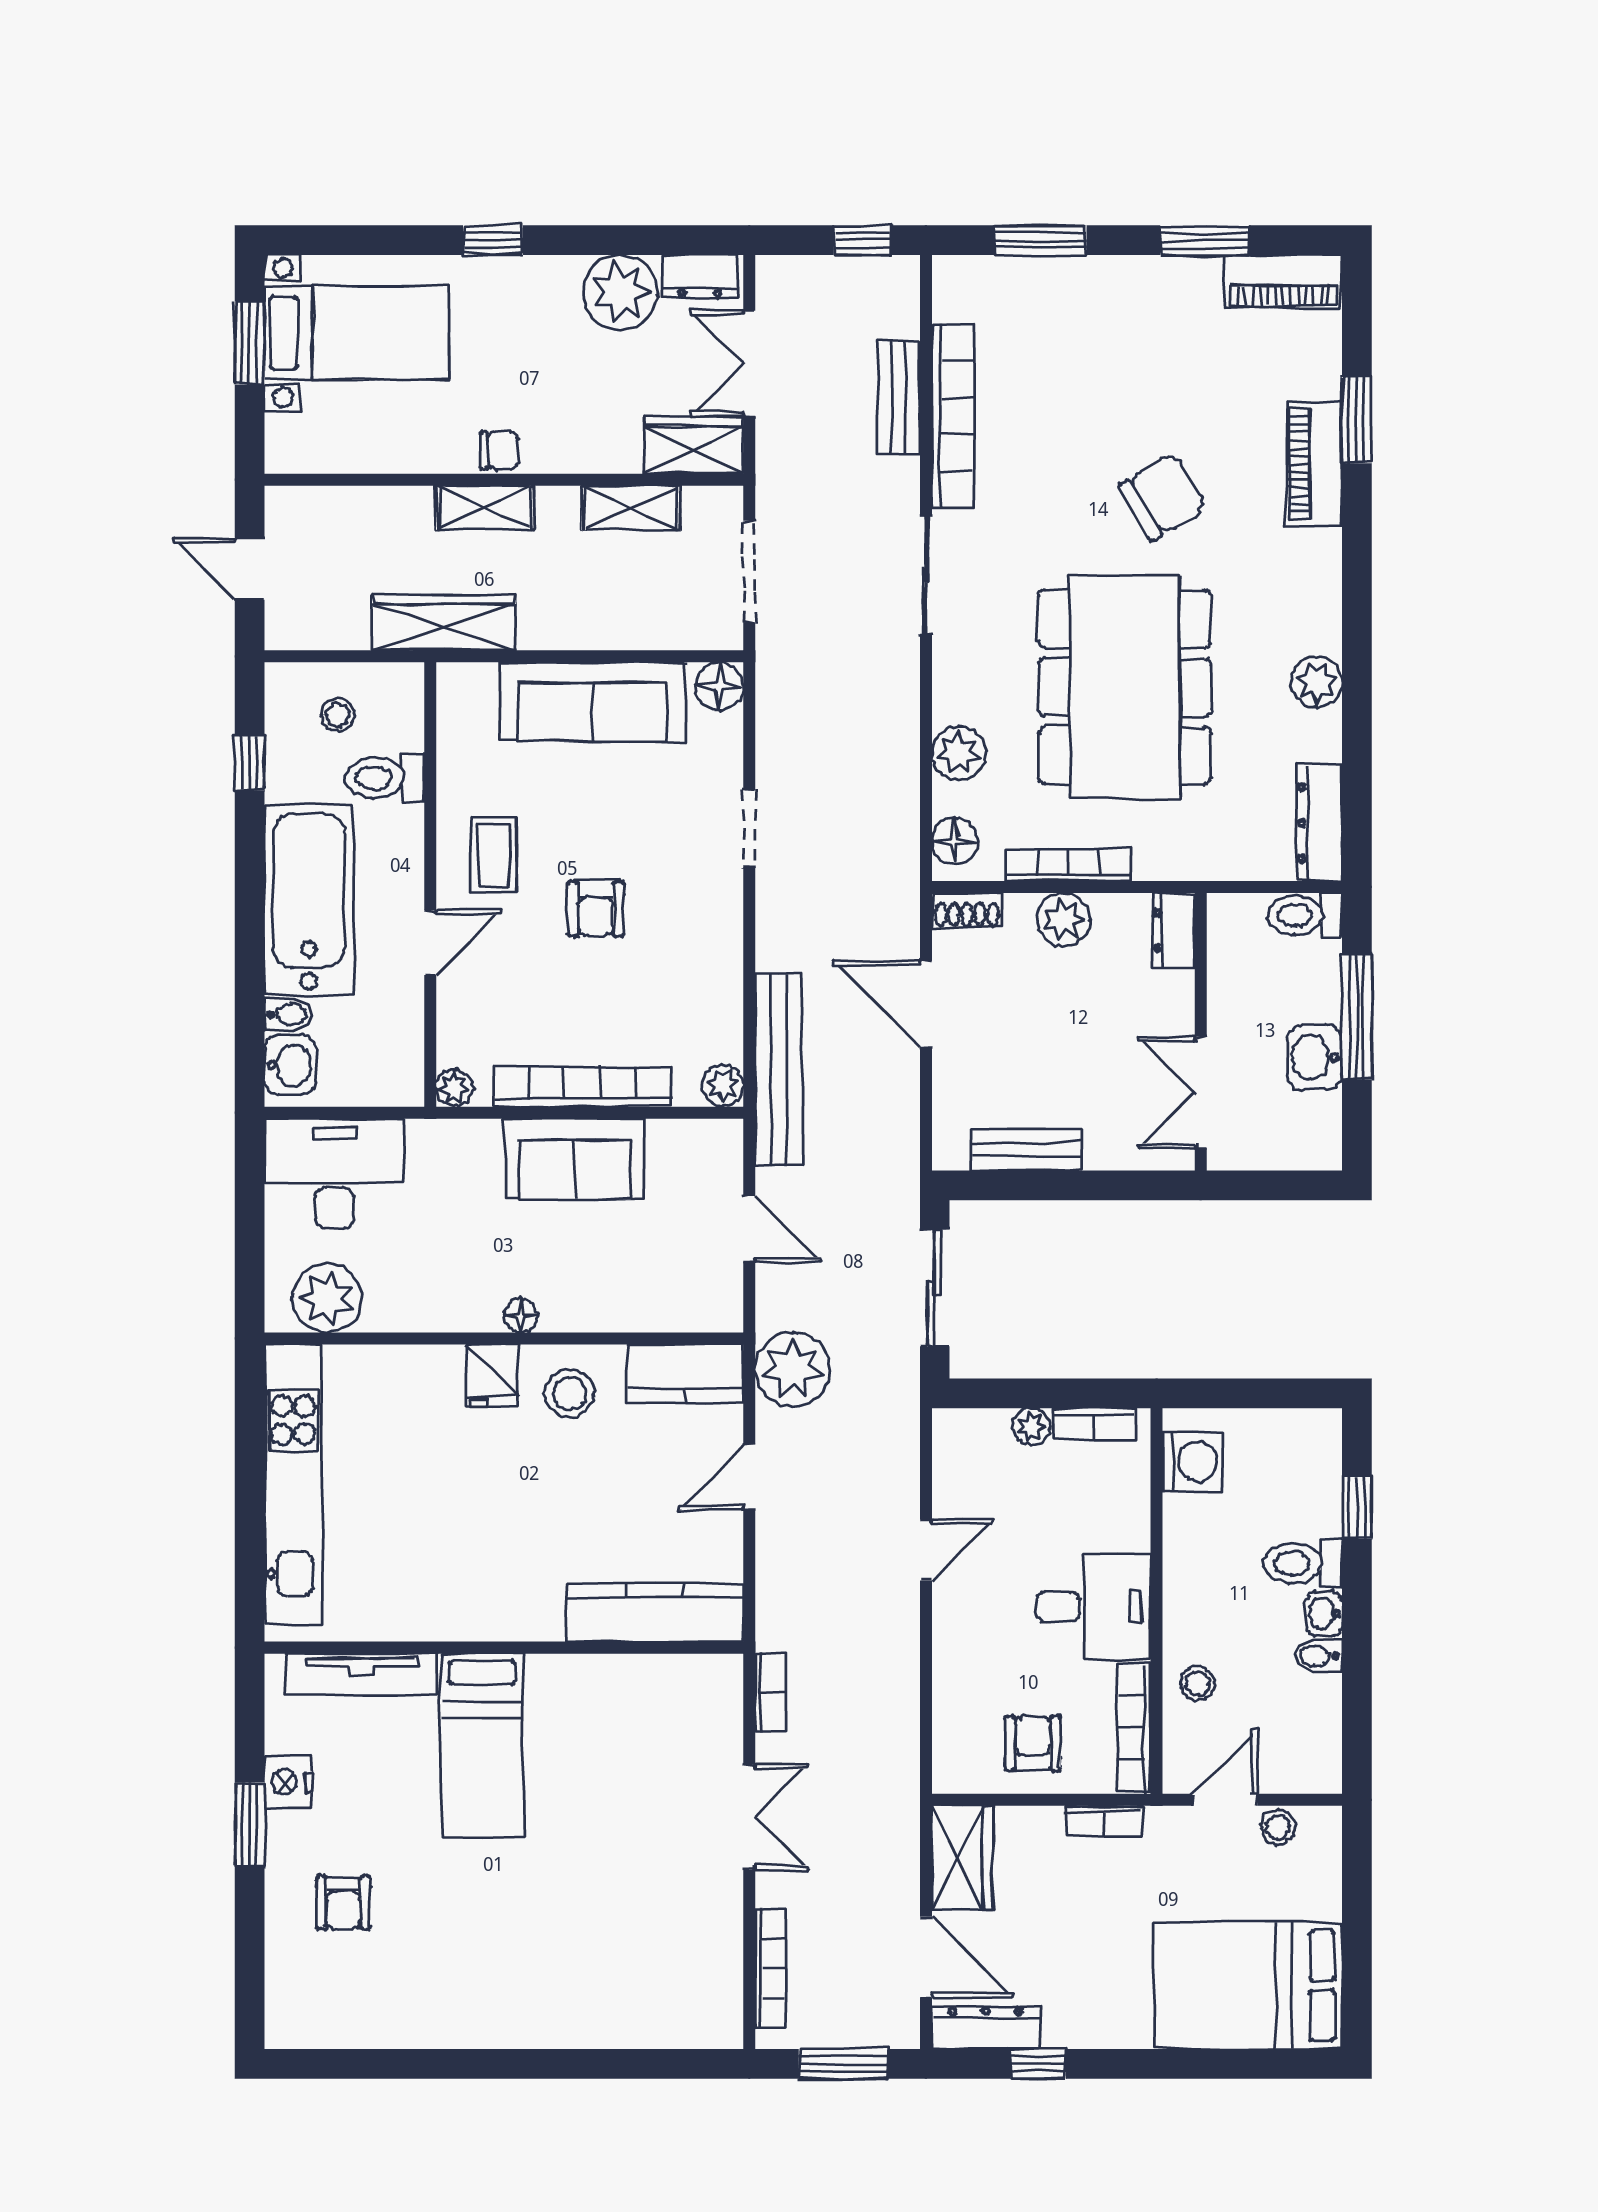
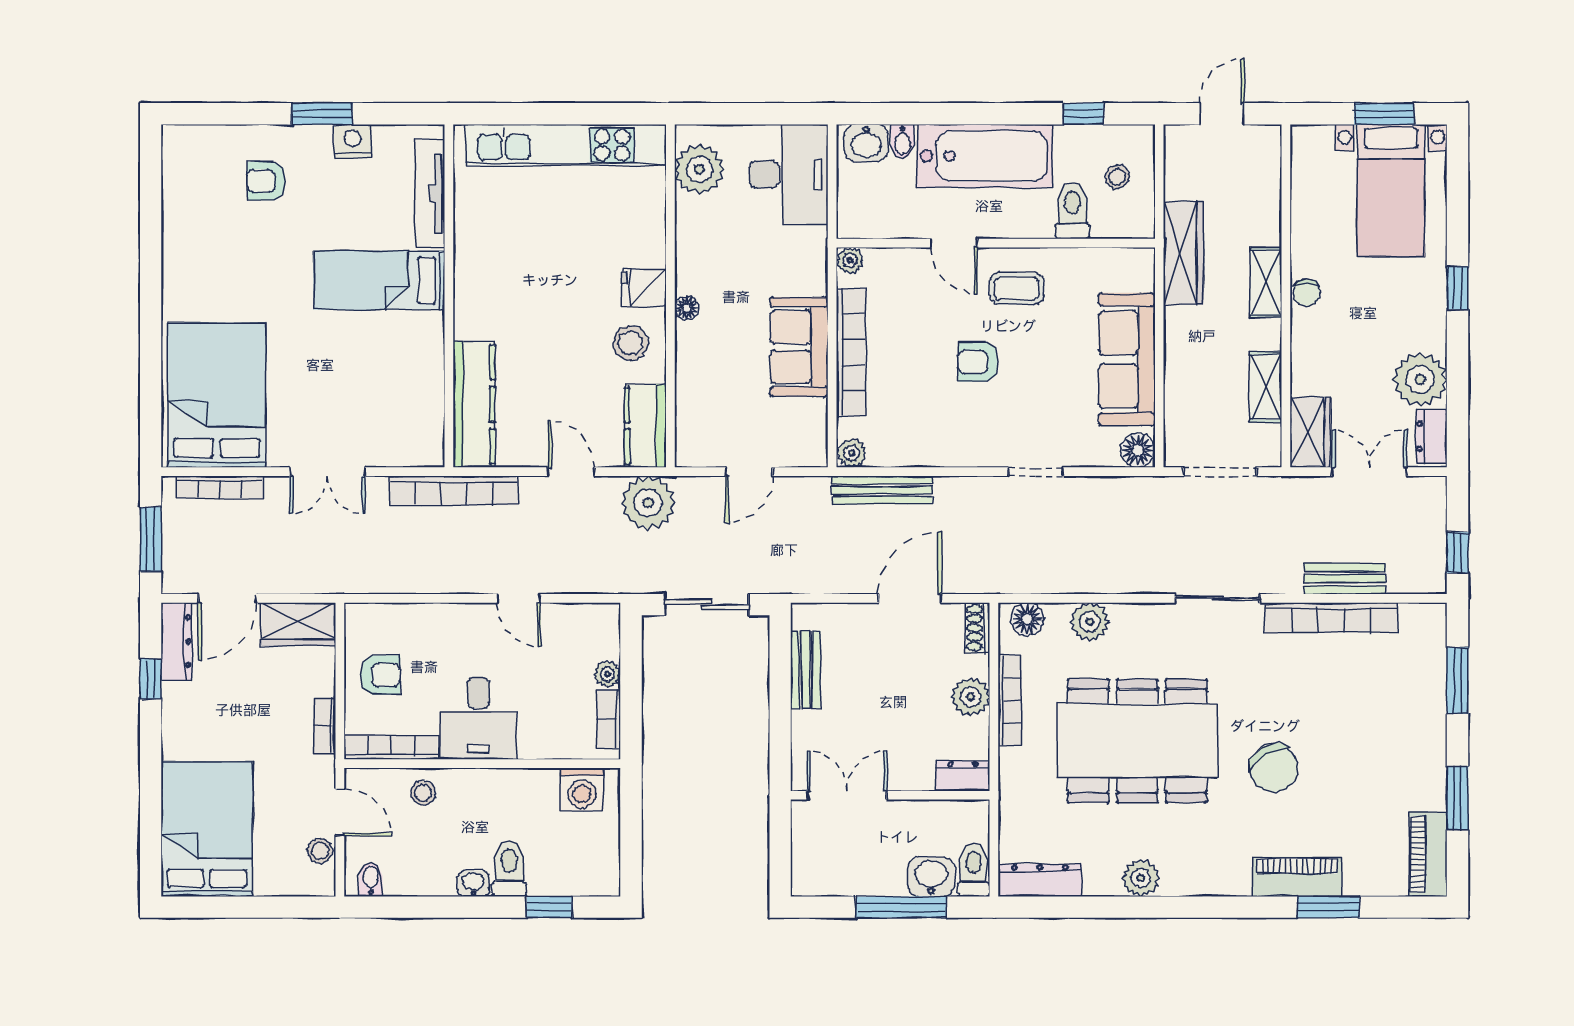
washbasin: (1314, 1057) -> (931, 877), moved
bench: (779, 1069) -> (882, 490), width x0.73, depth x0.82
bidet: (1318, 1656) -> (371, 880), moved
bookcase: (771, 1692) -> (453, 491), width x2.31, depth x1.31
bed: (642, 1972) -> (217, 395), added

